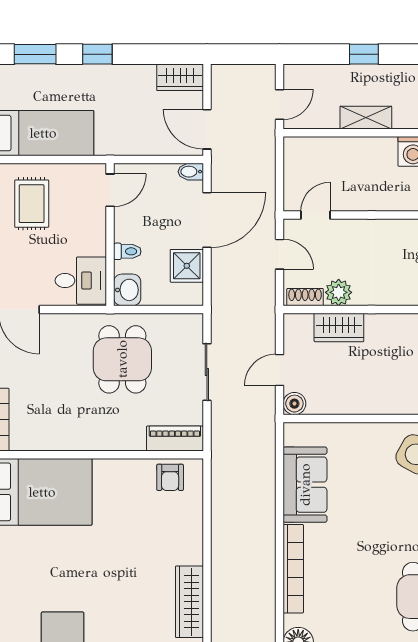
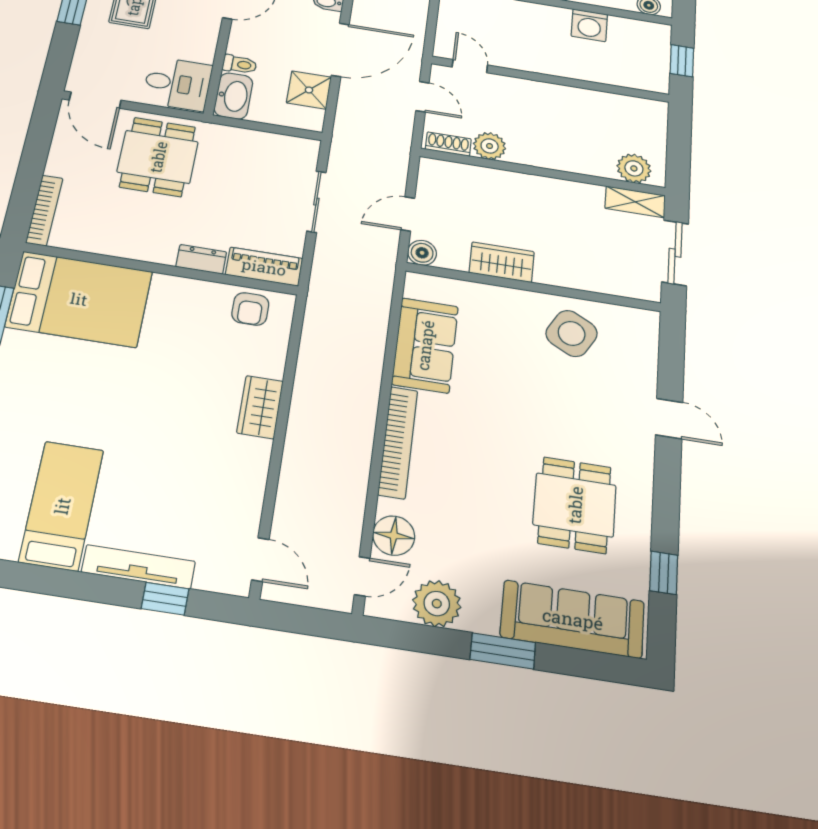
door: (316, 215) -> (470, 66), hinge flipped
washbasin: (127, 290) -> (233, 96), width x1.38
wardrobe: (339, 327) -> (502, 262), moved, turned 180
dining table: (122, 359) -> (158, 157), moved
dresser: (127, 441) -> (201, 259), added
wardrobe: (189, 602) -> (260, 407), moved, width x0.67

